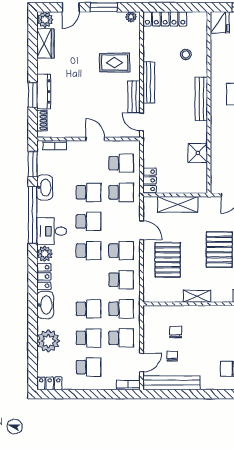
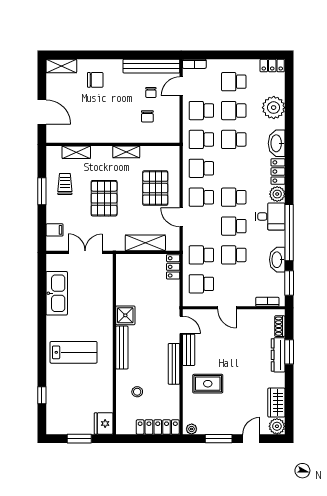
shower: (198, 153) -> (125, 315), moved

